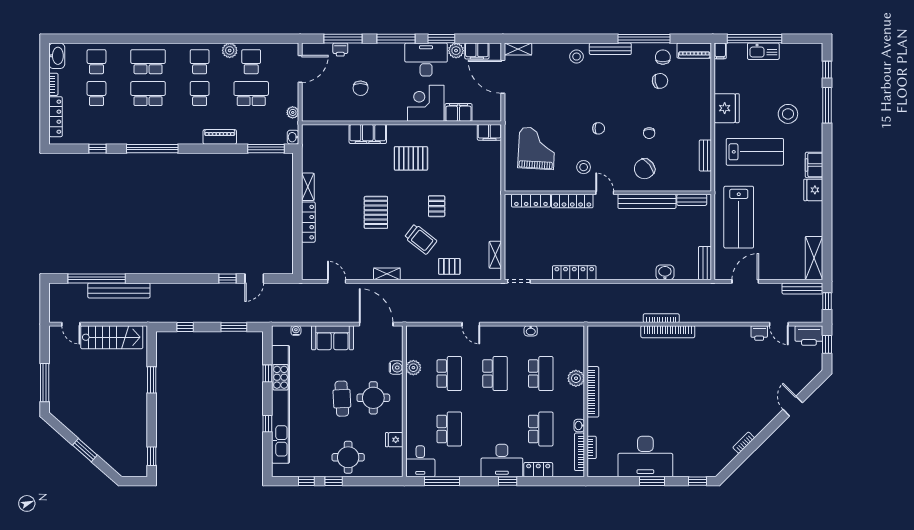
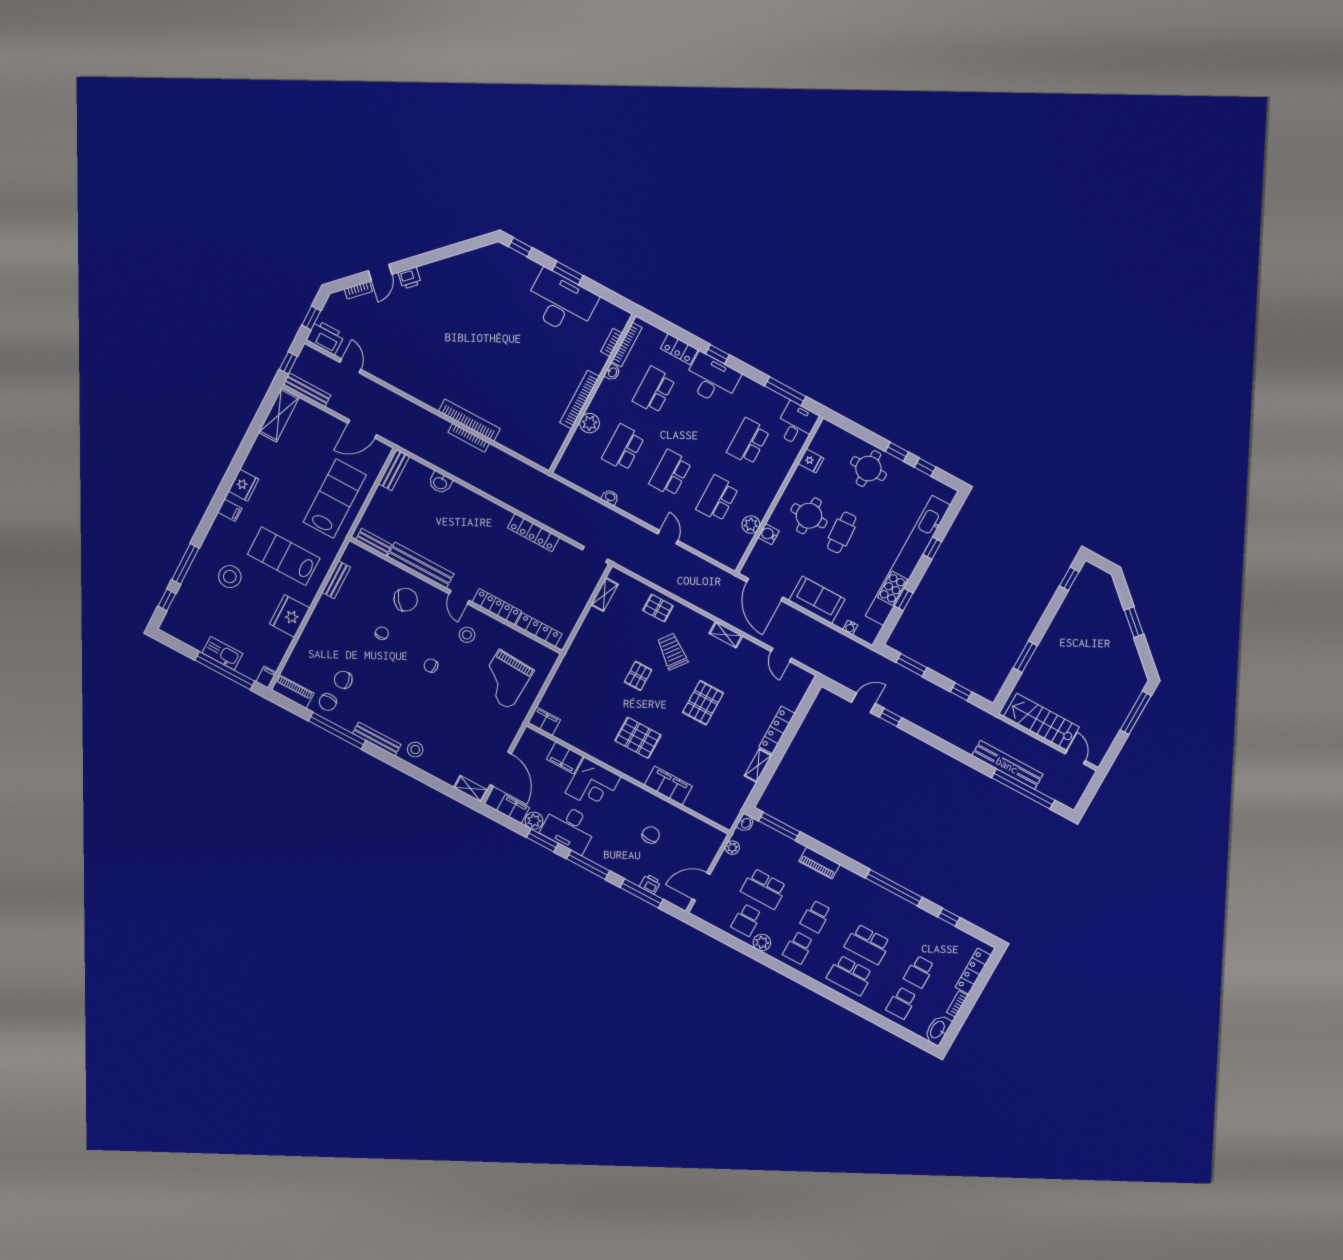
filing cabinet: (814, 165) -> (230, 510), width x0.50
printer: (759, 333) -> (410, 278), moved, turned 135
bookcase: (744, 443) -> (358, 290), moved

